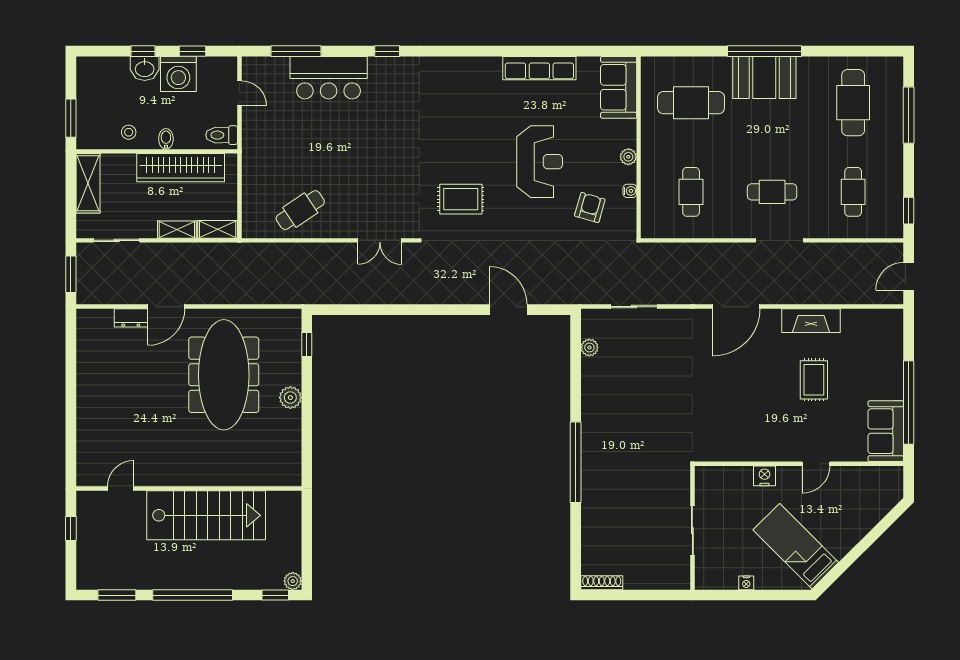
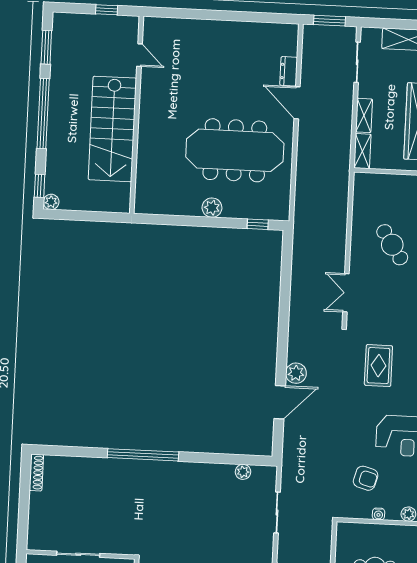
cafe table: (300, 210) -> (392, 245), moved
plant: (474, 293) -> (296, 373), added

